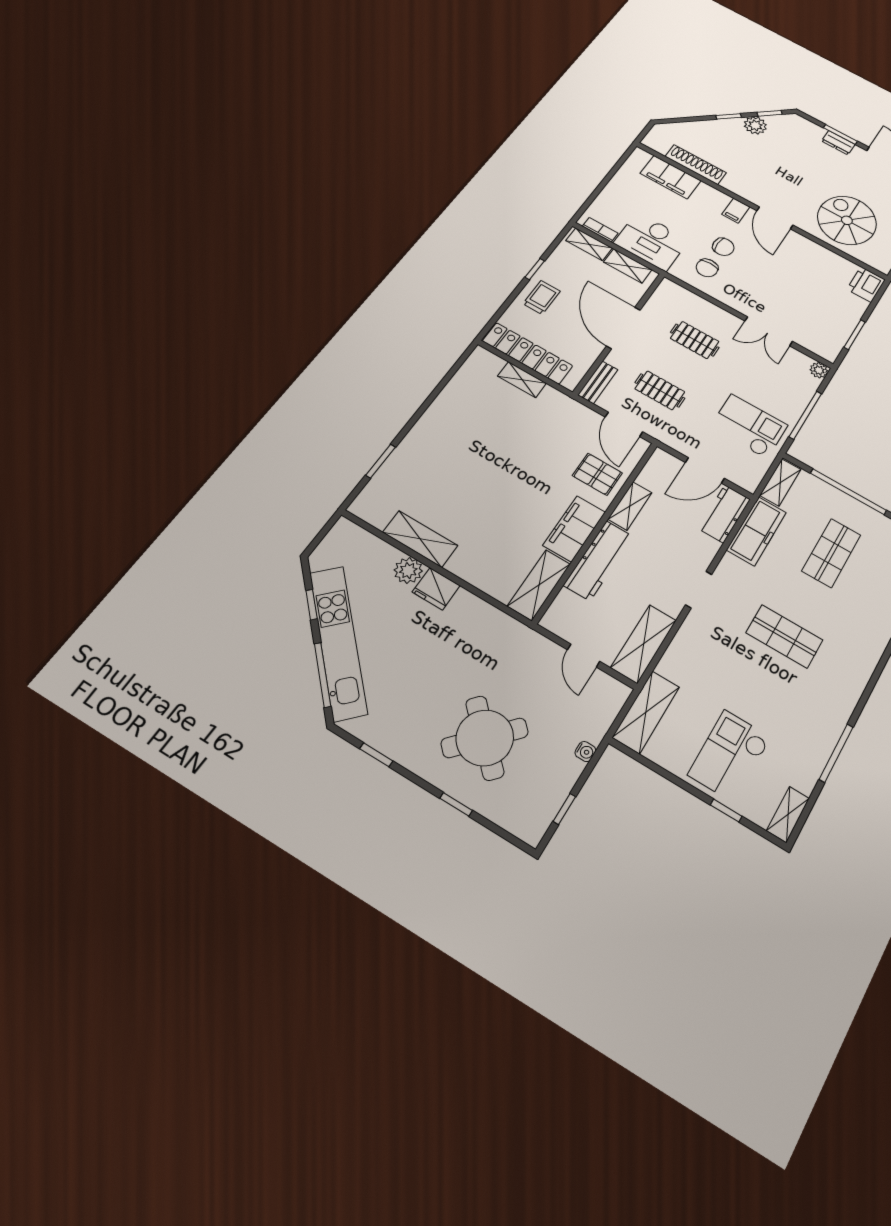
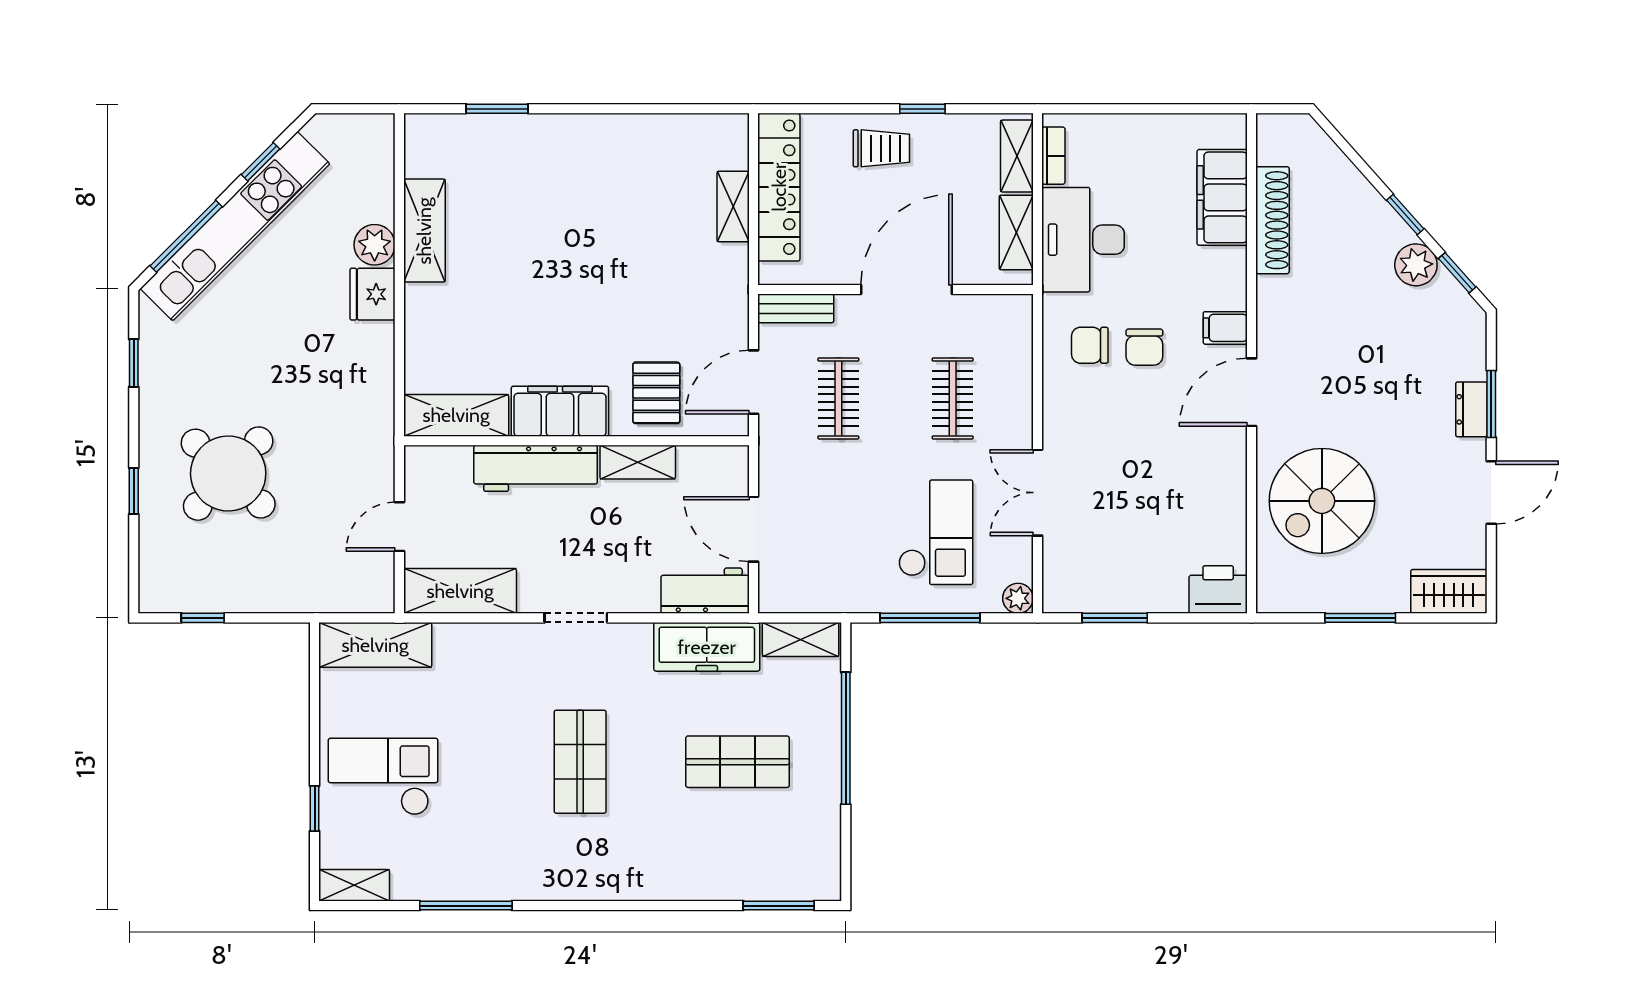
spiral stairs: (847, 220) -> (1322, 501), turned 180
checkout: (749, 426) -> (936, 532), moved
water cooler: (585, 752) -> (284, 601), removed

